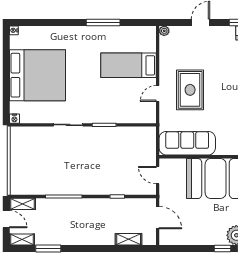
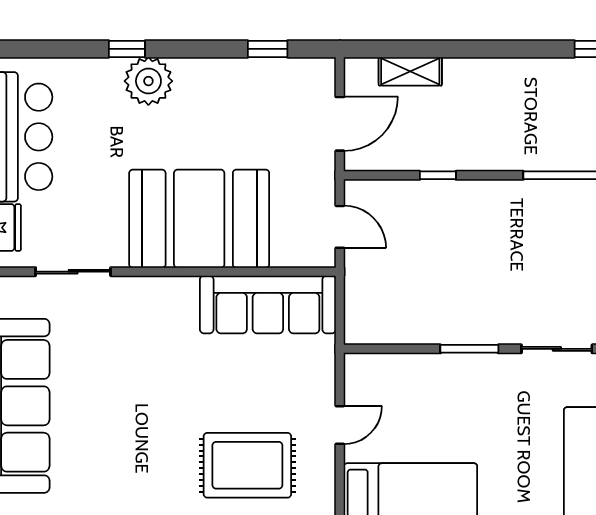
rug: (190, 90) -> (247, 465), moved, turned 90
door: (158, 218) -> (340, 124), swing flipped
window: (222, 248) -> (268, 49), moved

